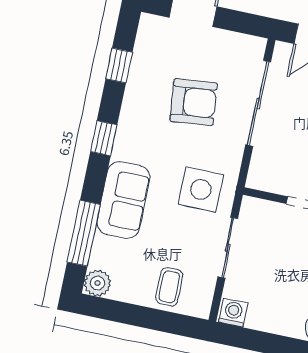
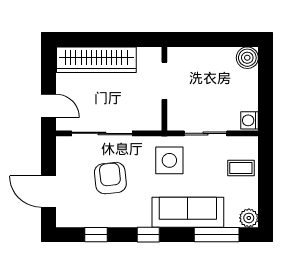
sofa: (123, 200) -> (188, 212), width x1.36

